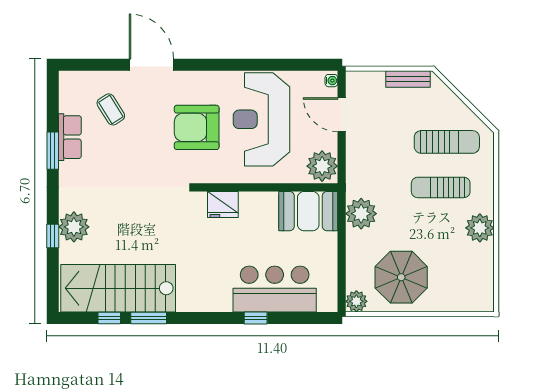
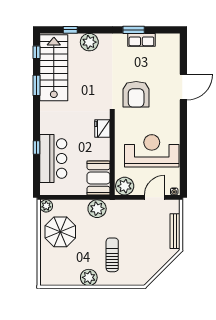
bench: (408, 79) -> (175, 231), width x1.36
coffee table: (111, 109) -> (157, 64), removed
armchair: (197, 127) -> (136, 94), moved, turned 180
sun lounger: (447, 142) -> (139, 258), removed
window: (53, 236) -> (70, 30), moved
window: (109, 318) -> (37, 52), moved

